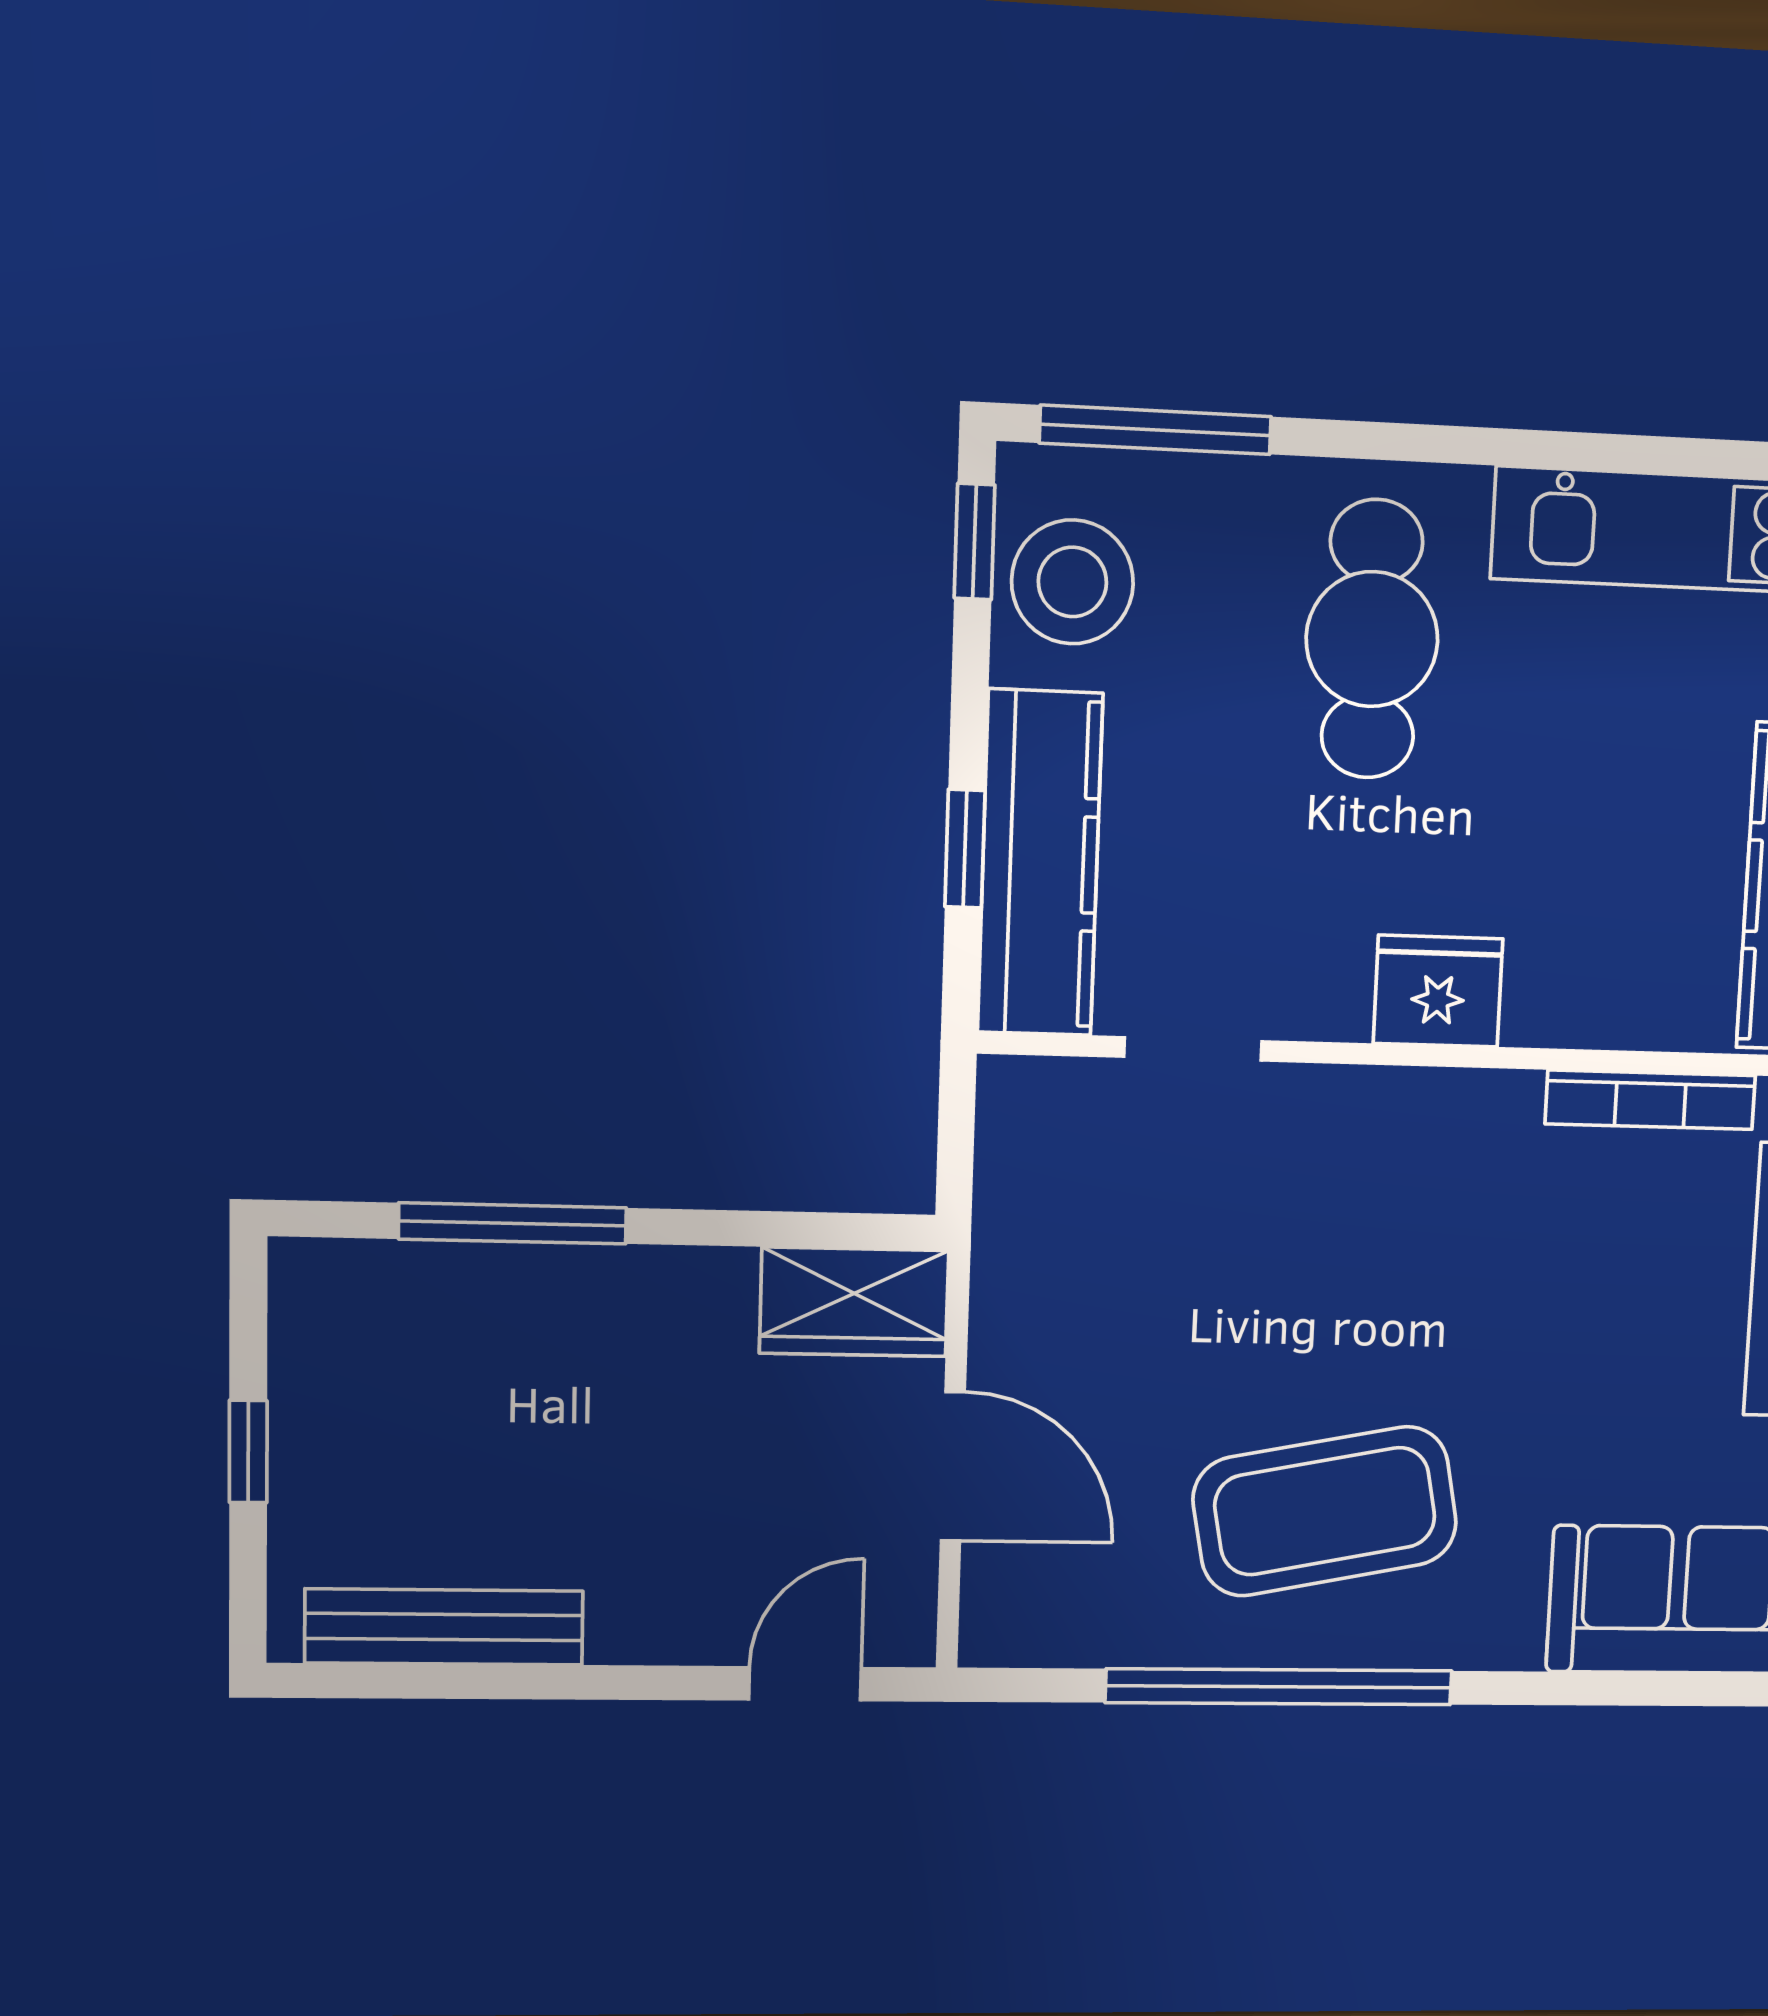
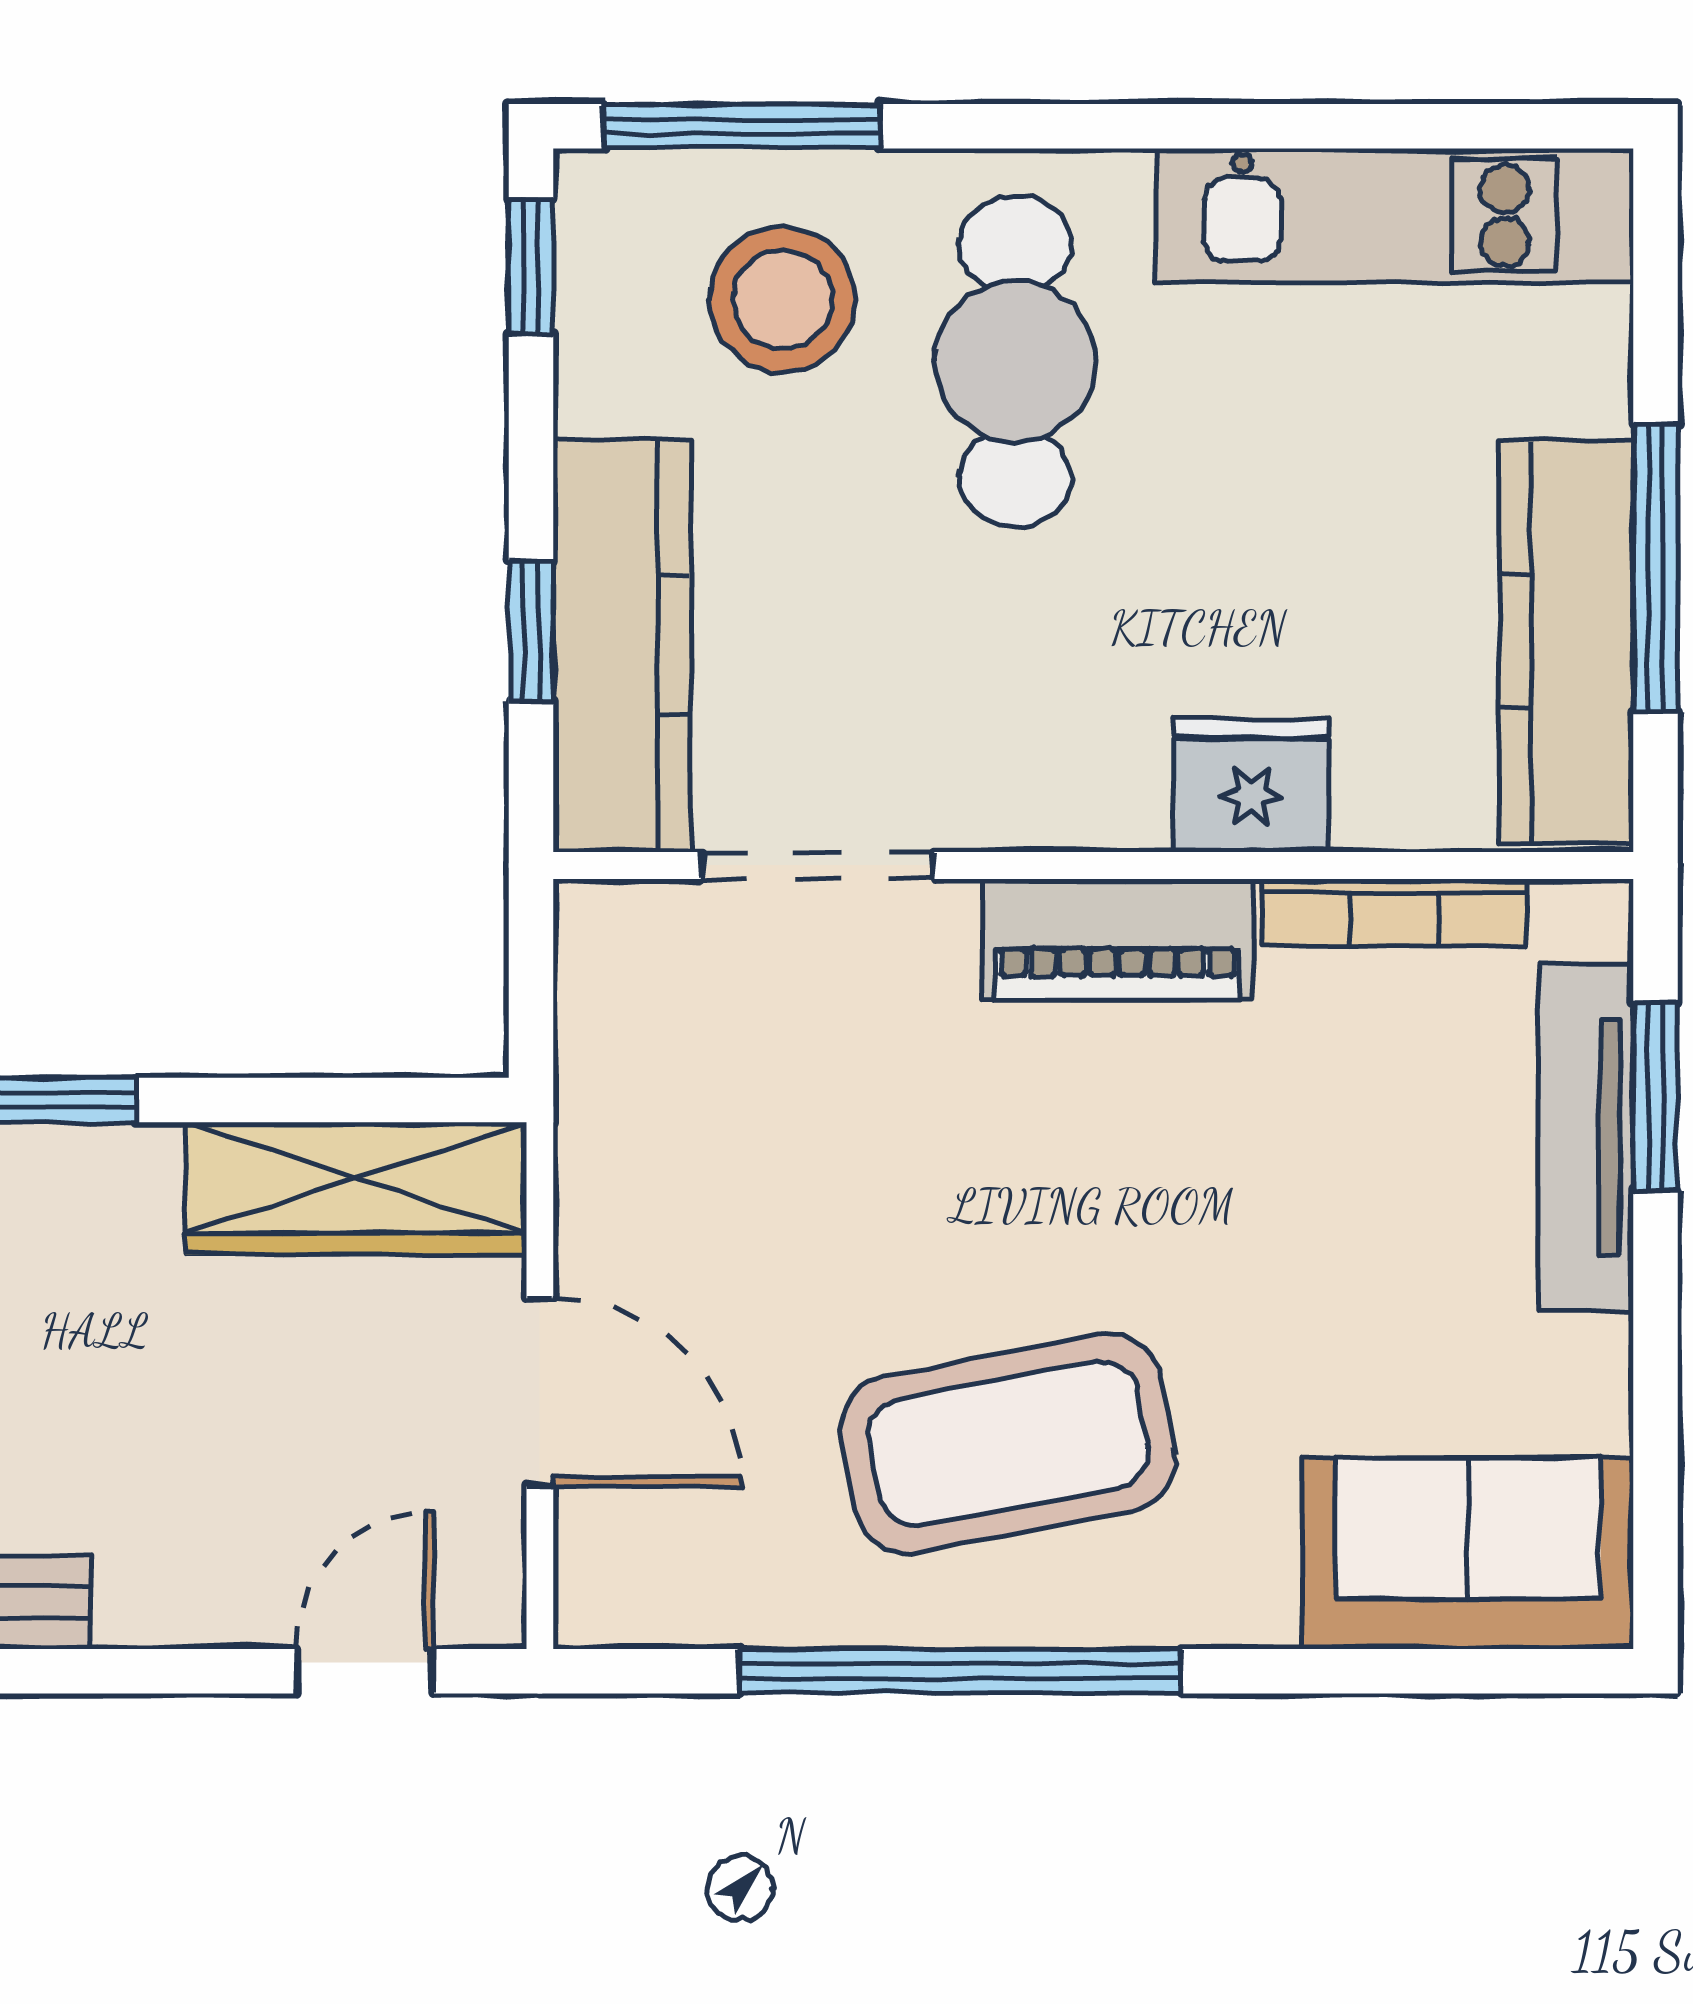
stool: (1072, 582) -> (783, 300), moved
fridge: (1438, 991) -> (1251, 785), moved
doorway: (1193, 1049) -> (817, 865), width x1.38
piano: (1431, 1115) -> (1117, 939), added
wardrobe: (854, 1302) -> (356, 1188), width x1.50

